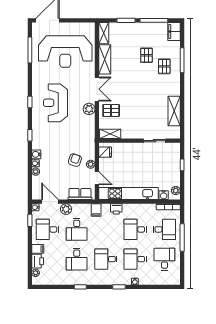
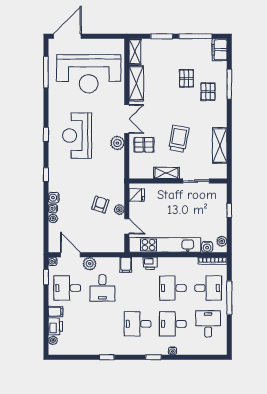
trolley: (140, 105) -> (179, 139), added
shelving: (110, 134) -> (166, 173), moved
row of seats: (80, 194) -> (106, 245), removed
desk: (77, 259) -> (102, 324), removed

